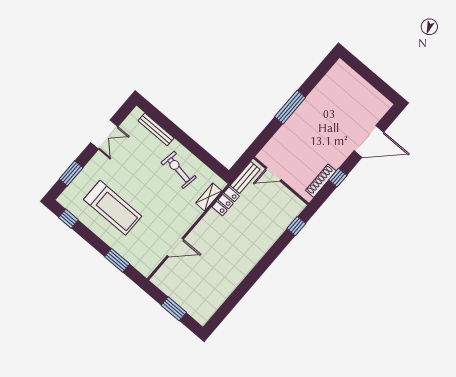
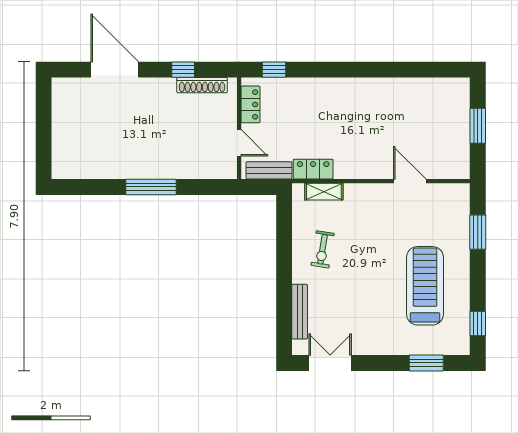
double door: (104, 135) -> (330, 363), moved
exercise bike: (179, 170) -> (323, 249), width x0.73, depth x0.72
locker: (289, 198) -> (250, 104), added

